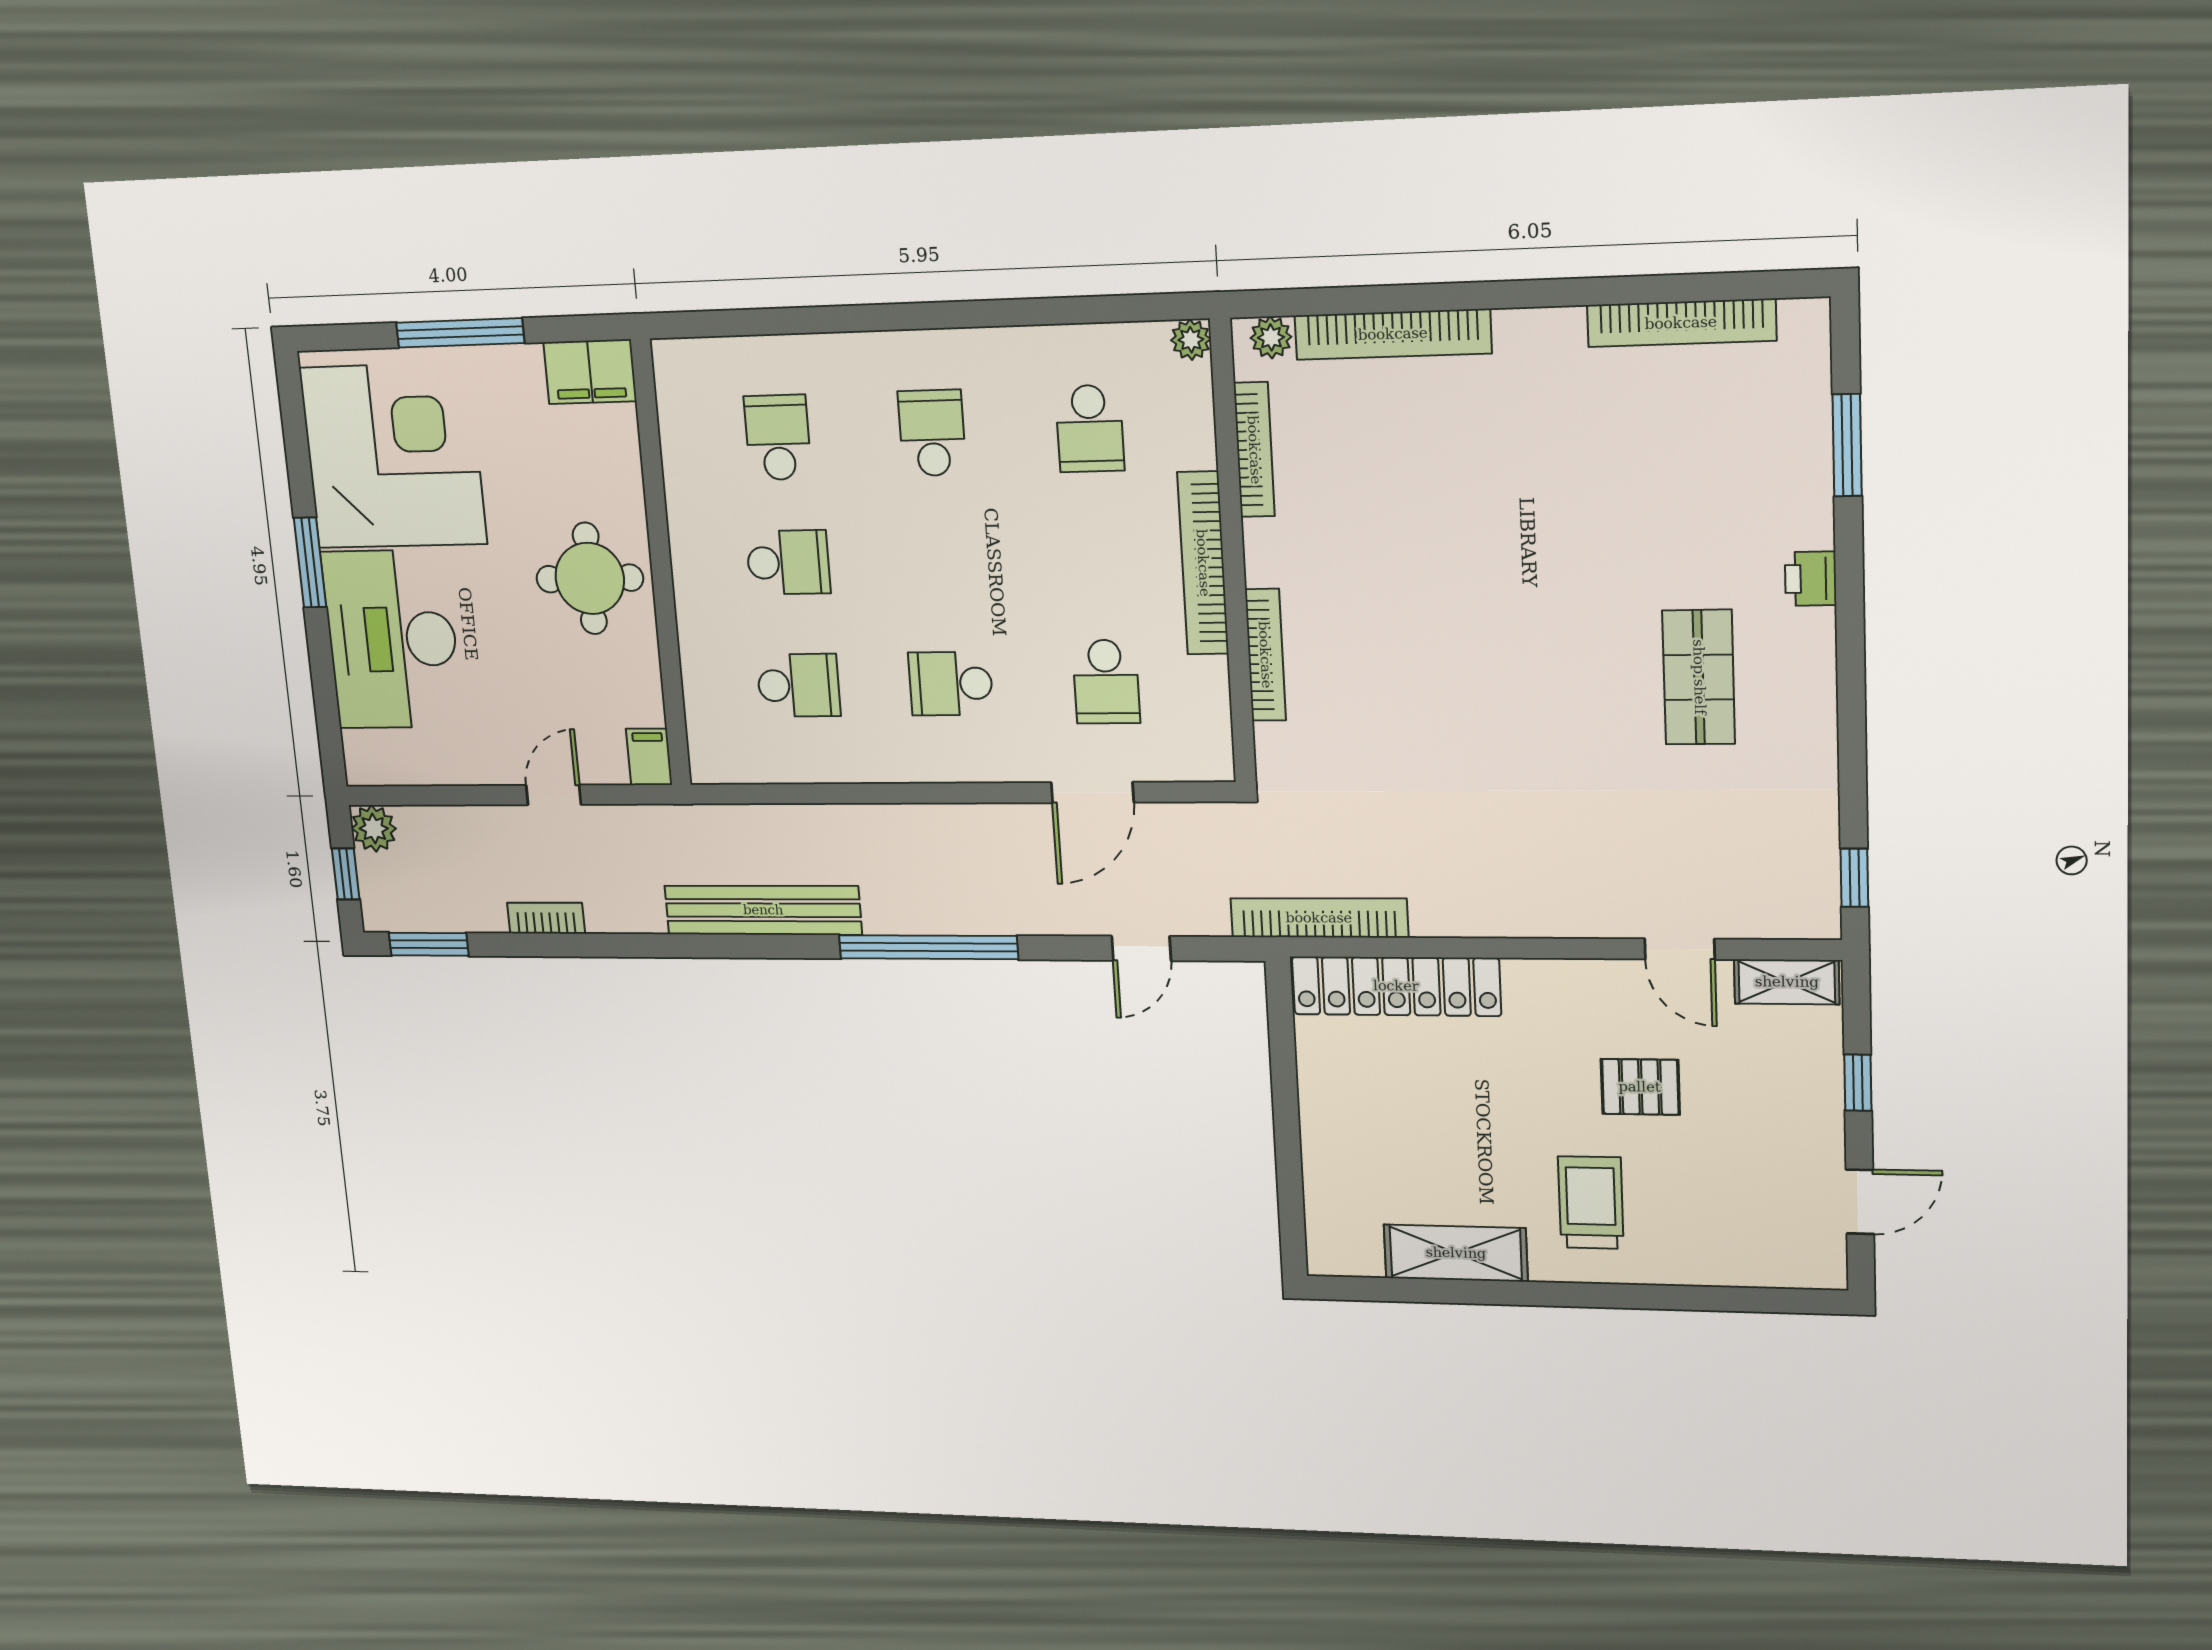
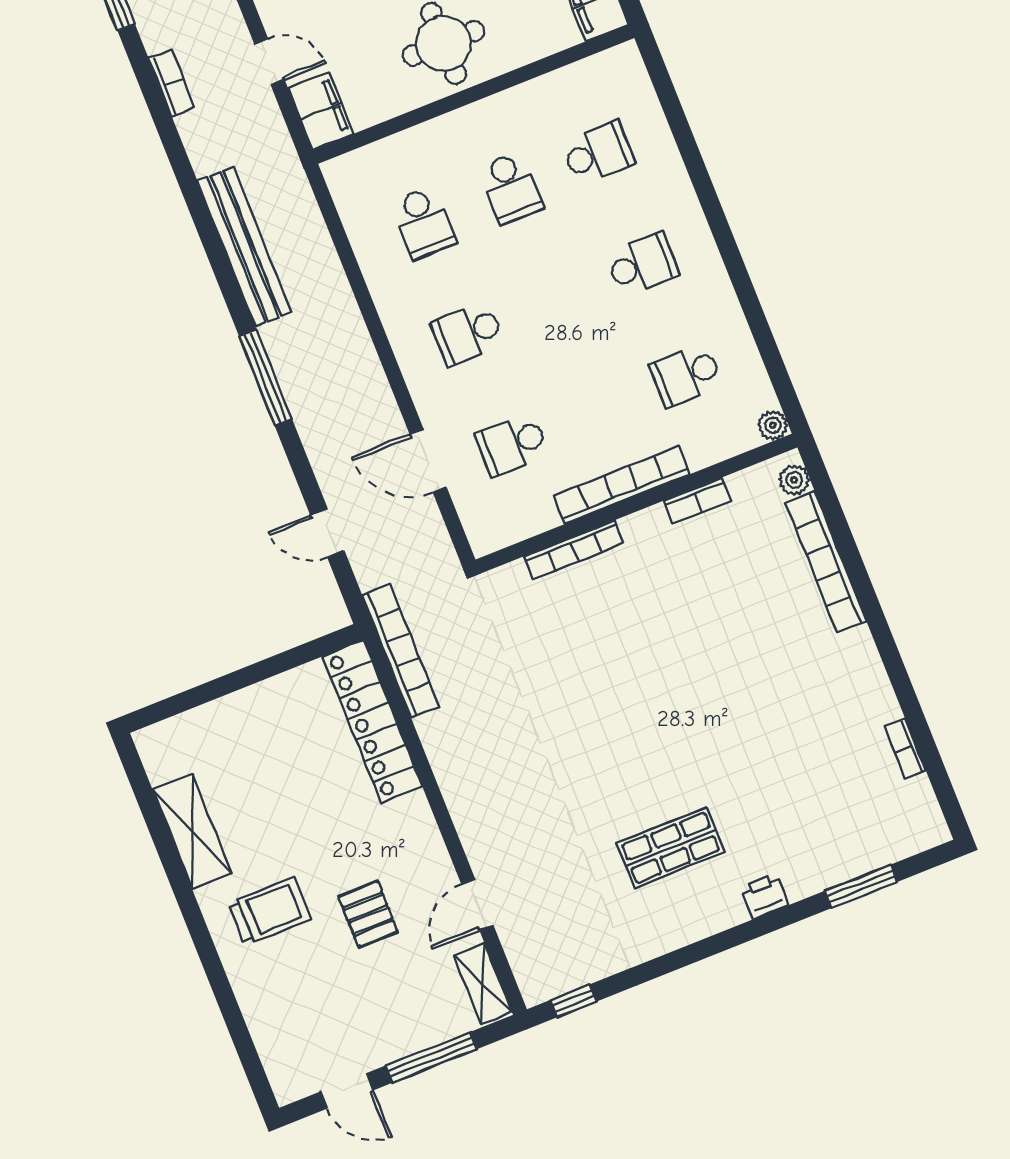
bookcase: (1681, 323) -> (905, 749), width x0.43, depth x0.76
bookcase: (1254, 450) -> (697, 501), width x0.64
school desk: (951, 684) -> (468, 333), turned -90
filing cabinet: (649, 757) -> (321, 111), width x2.00
window: (928, 947) -> (266, 378), width x0.68
window: (1858, 1083) -> (431, 1057), width x2.17

